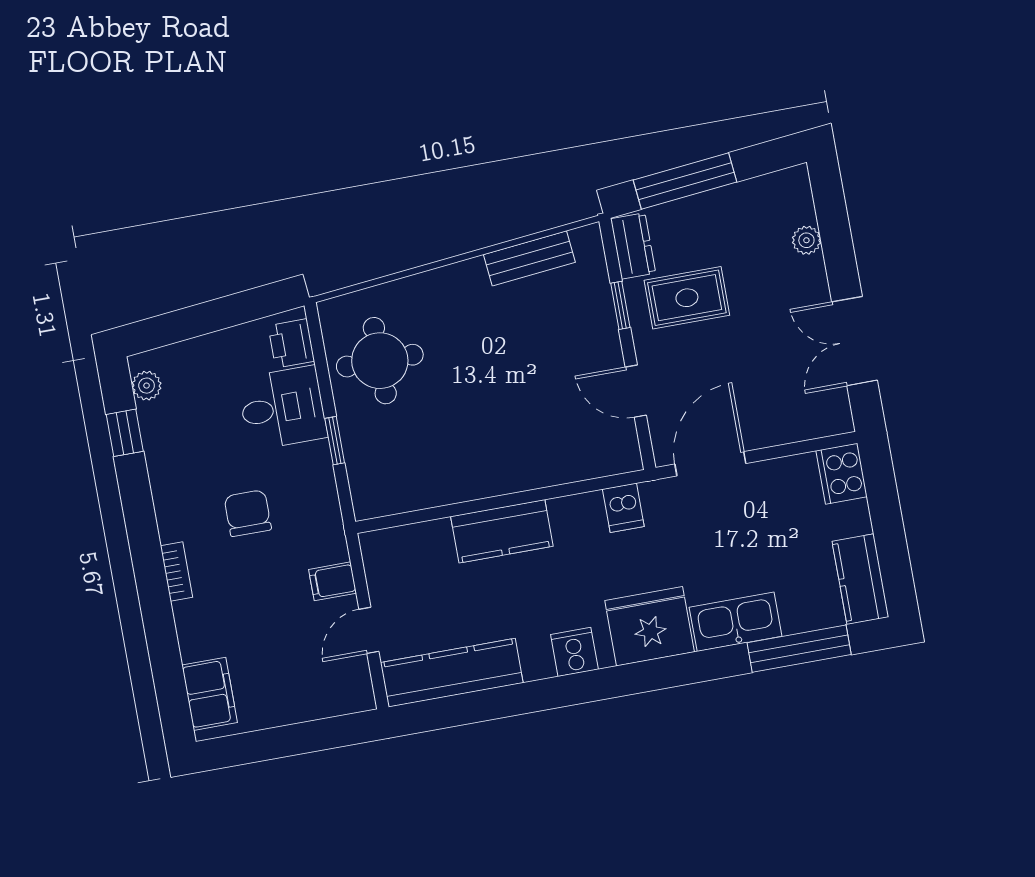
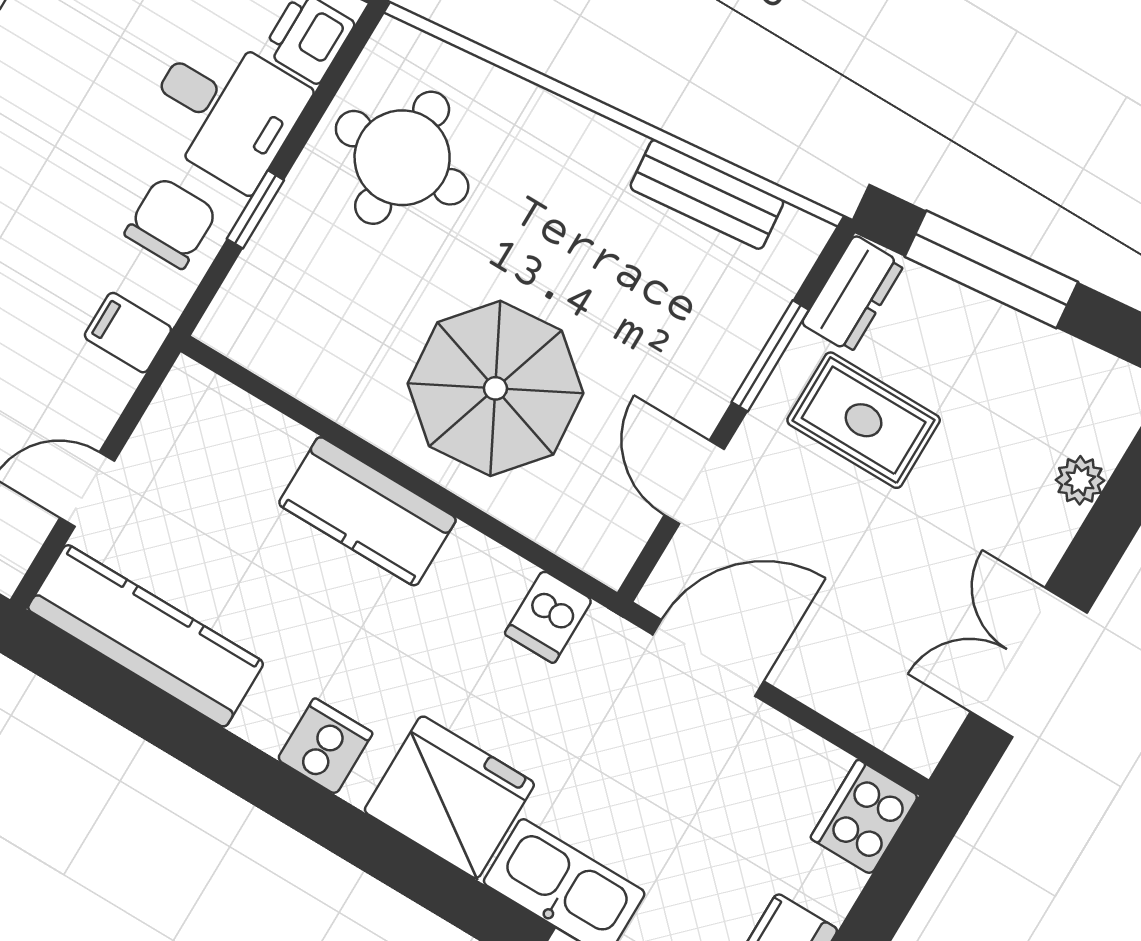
window: (620, 305) -> (770, 356), width x1.50
parasol: (511, 427) -> (495, 388), added
chair: (248, 513) -> (171, 223), moved
filing cabinet: (333, 581) -> (128, 333), moved

